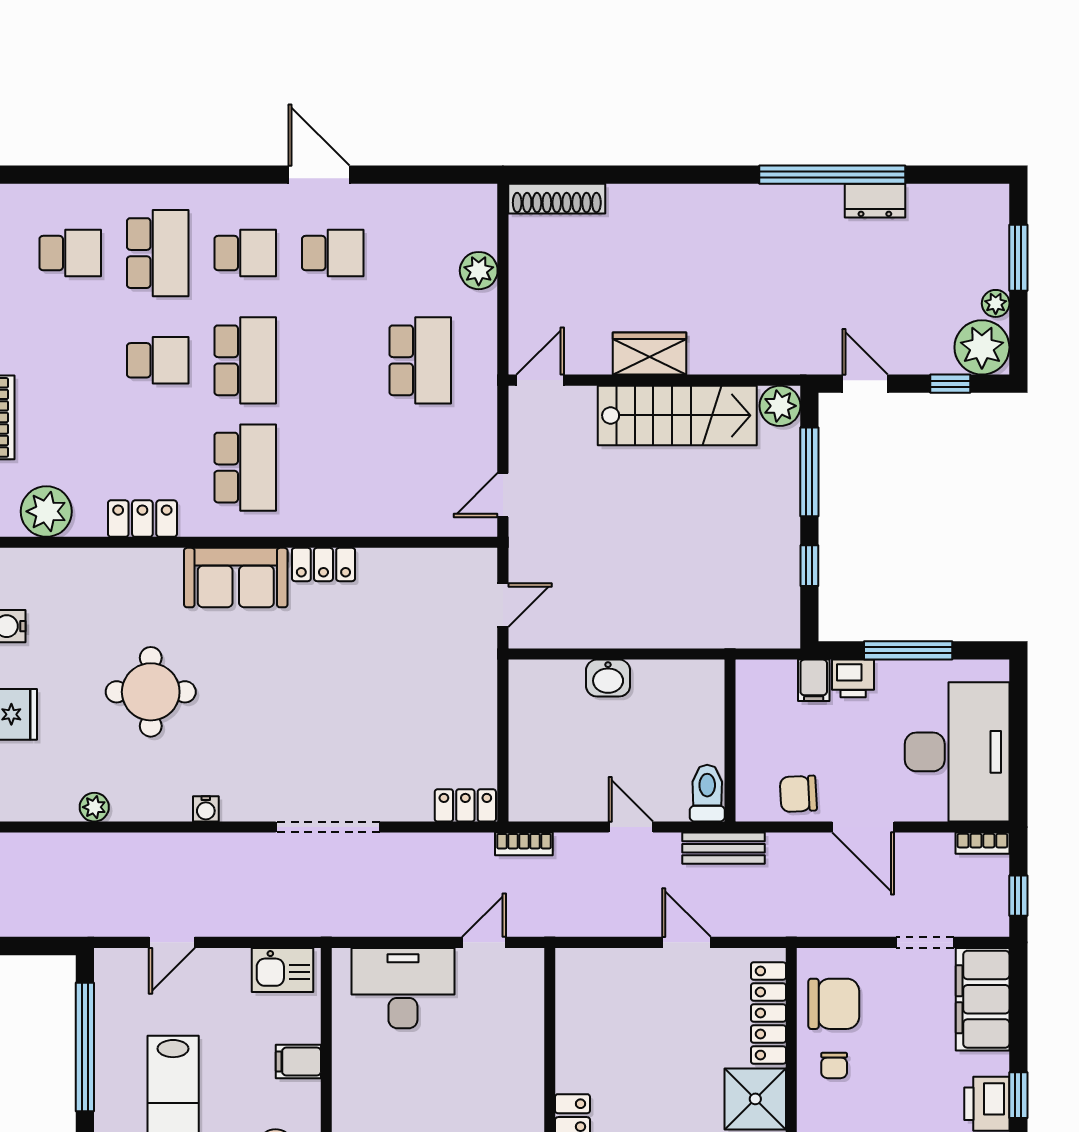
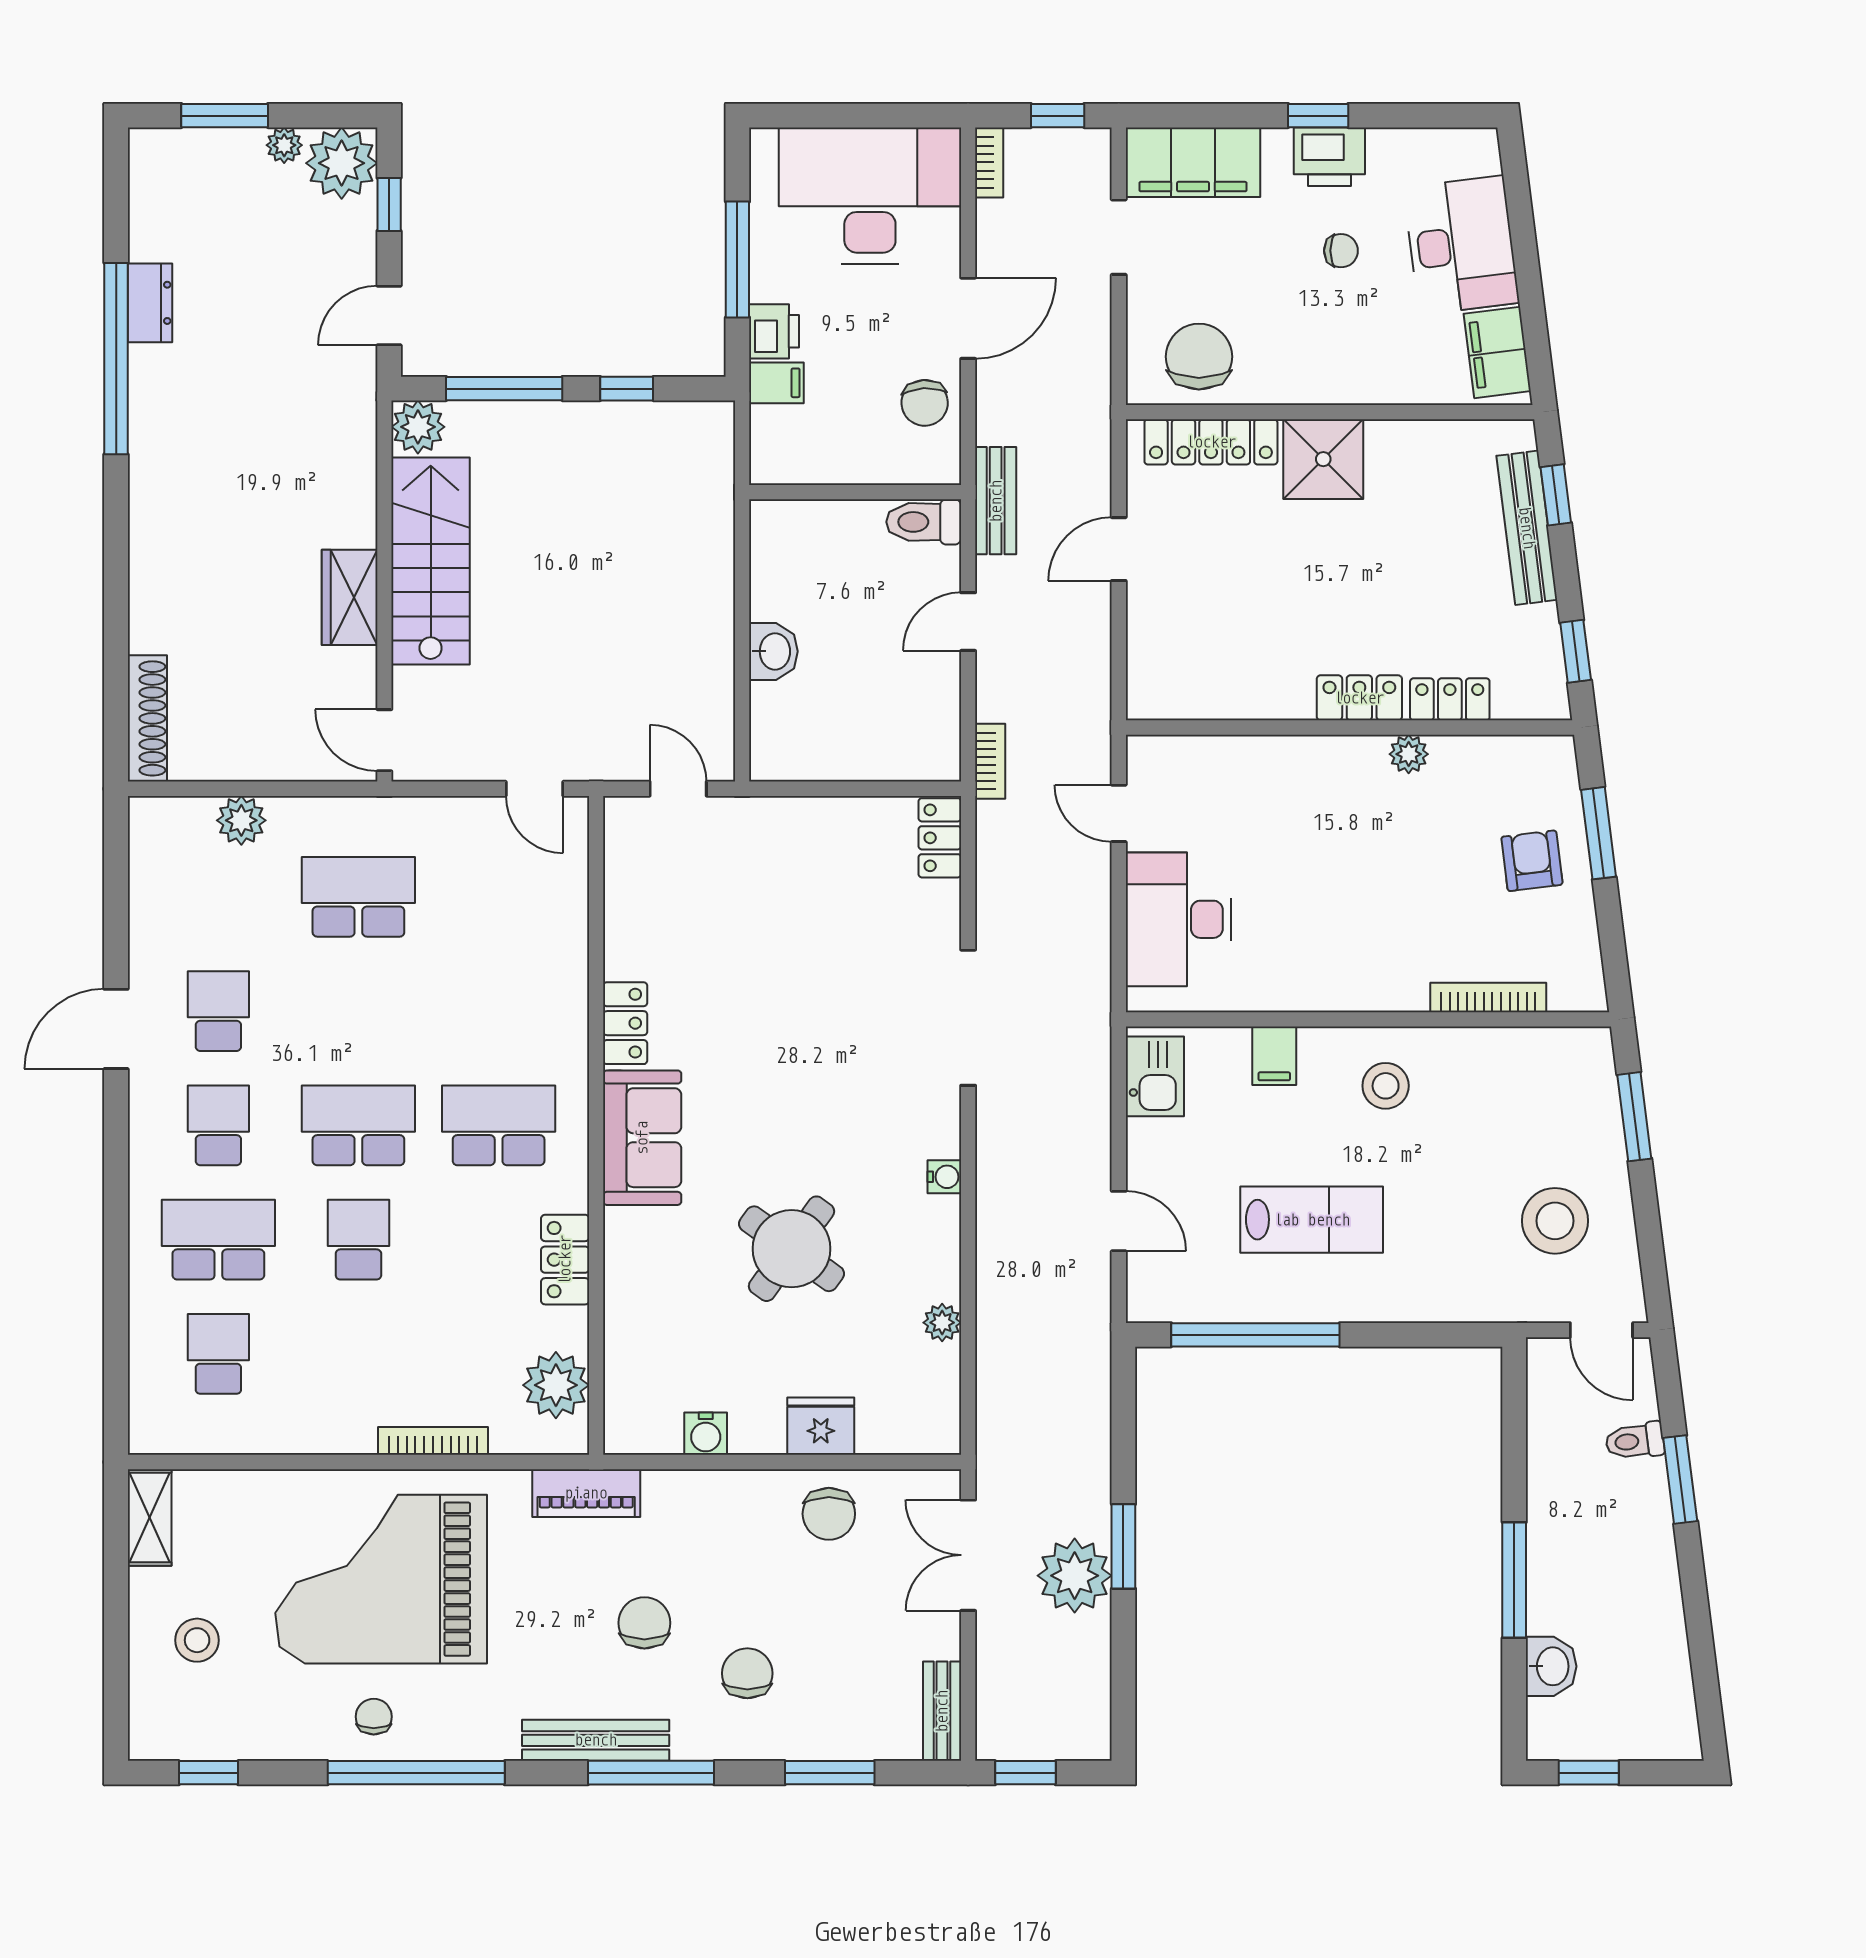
round table: (151, 692) -> (792, 1249), turned 36
chair: (834, 1065) -> (1341, 251), moved

